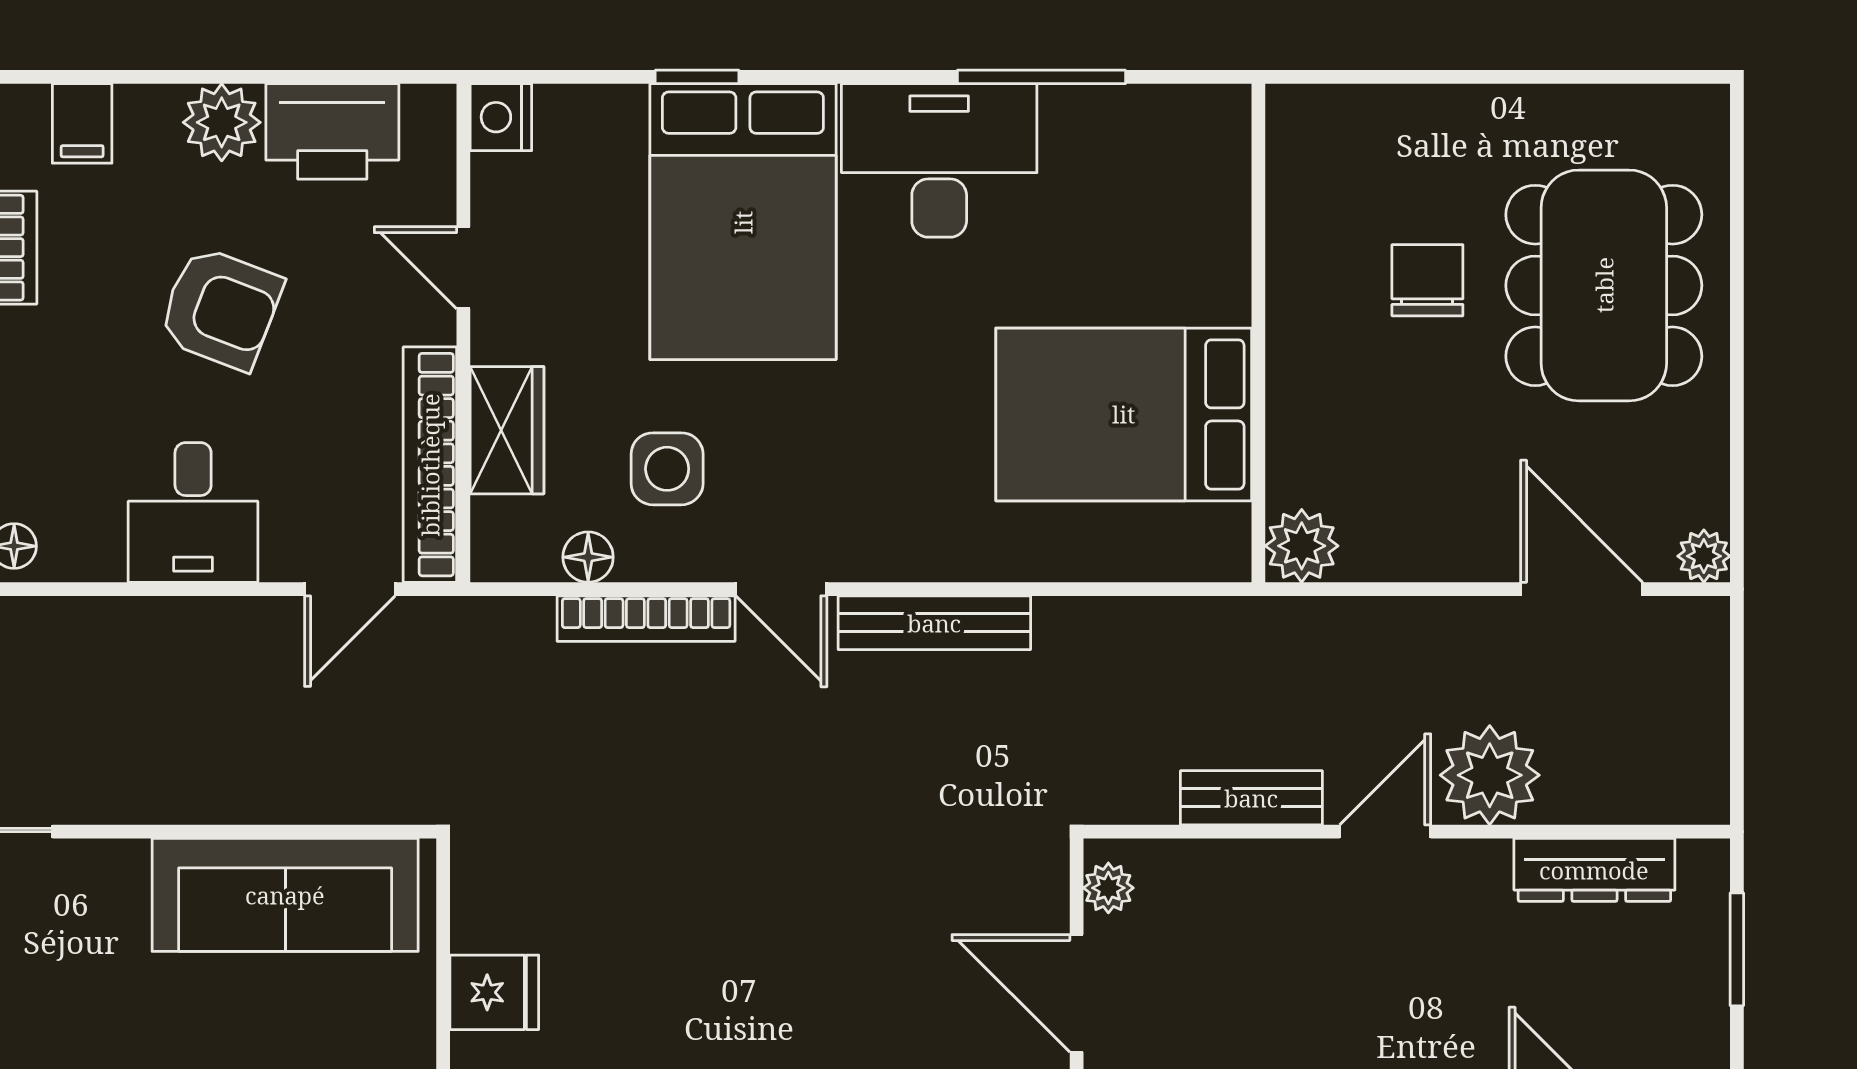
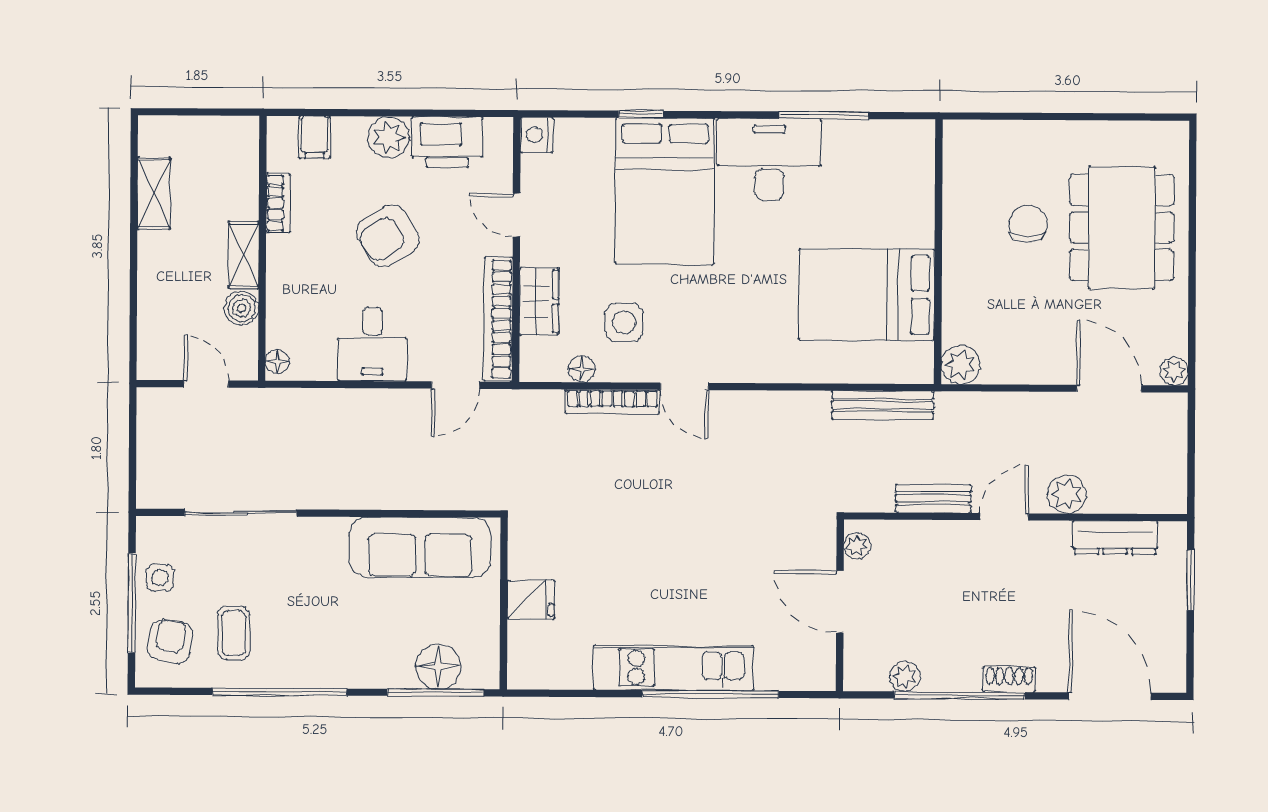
armchair: (220, 308) -> (387, 236), turned 127
bench: (934, 623) -> (883, 405), moved
plant: (1490, 775) -> (1067, 494), width x0.73, depth x0.73

